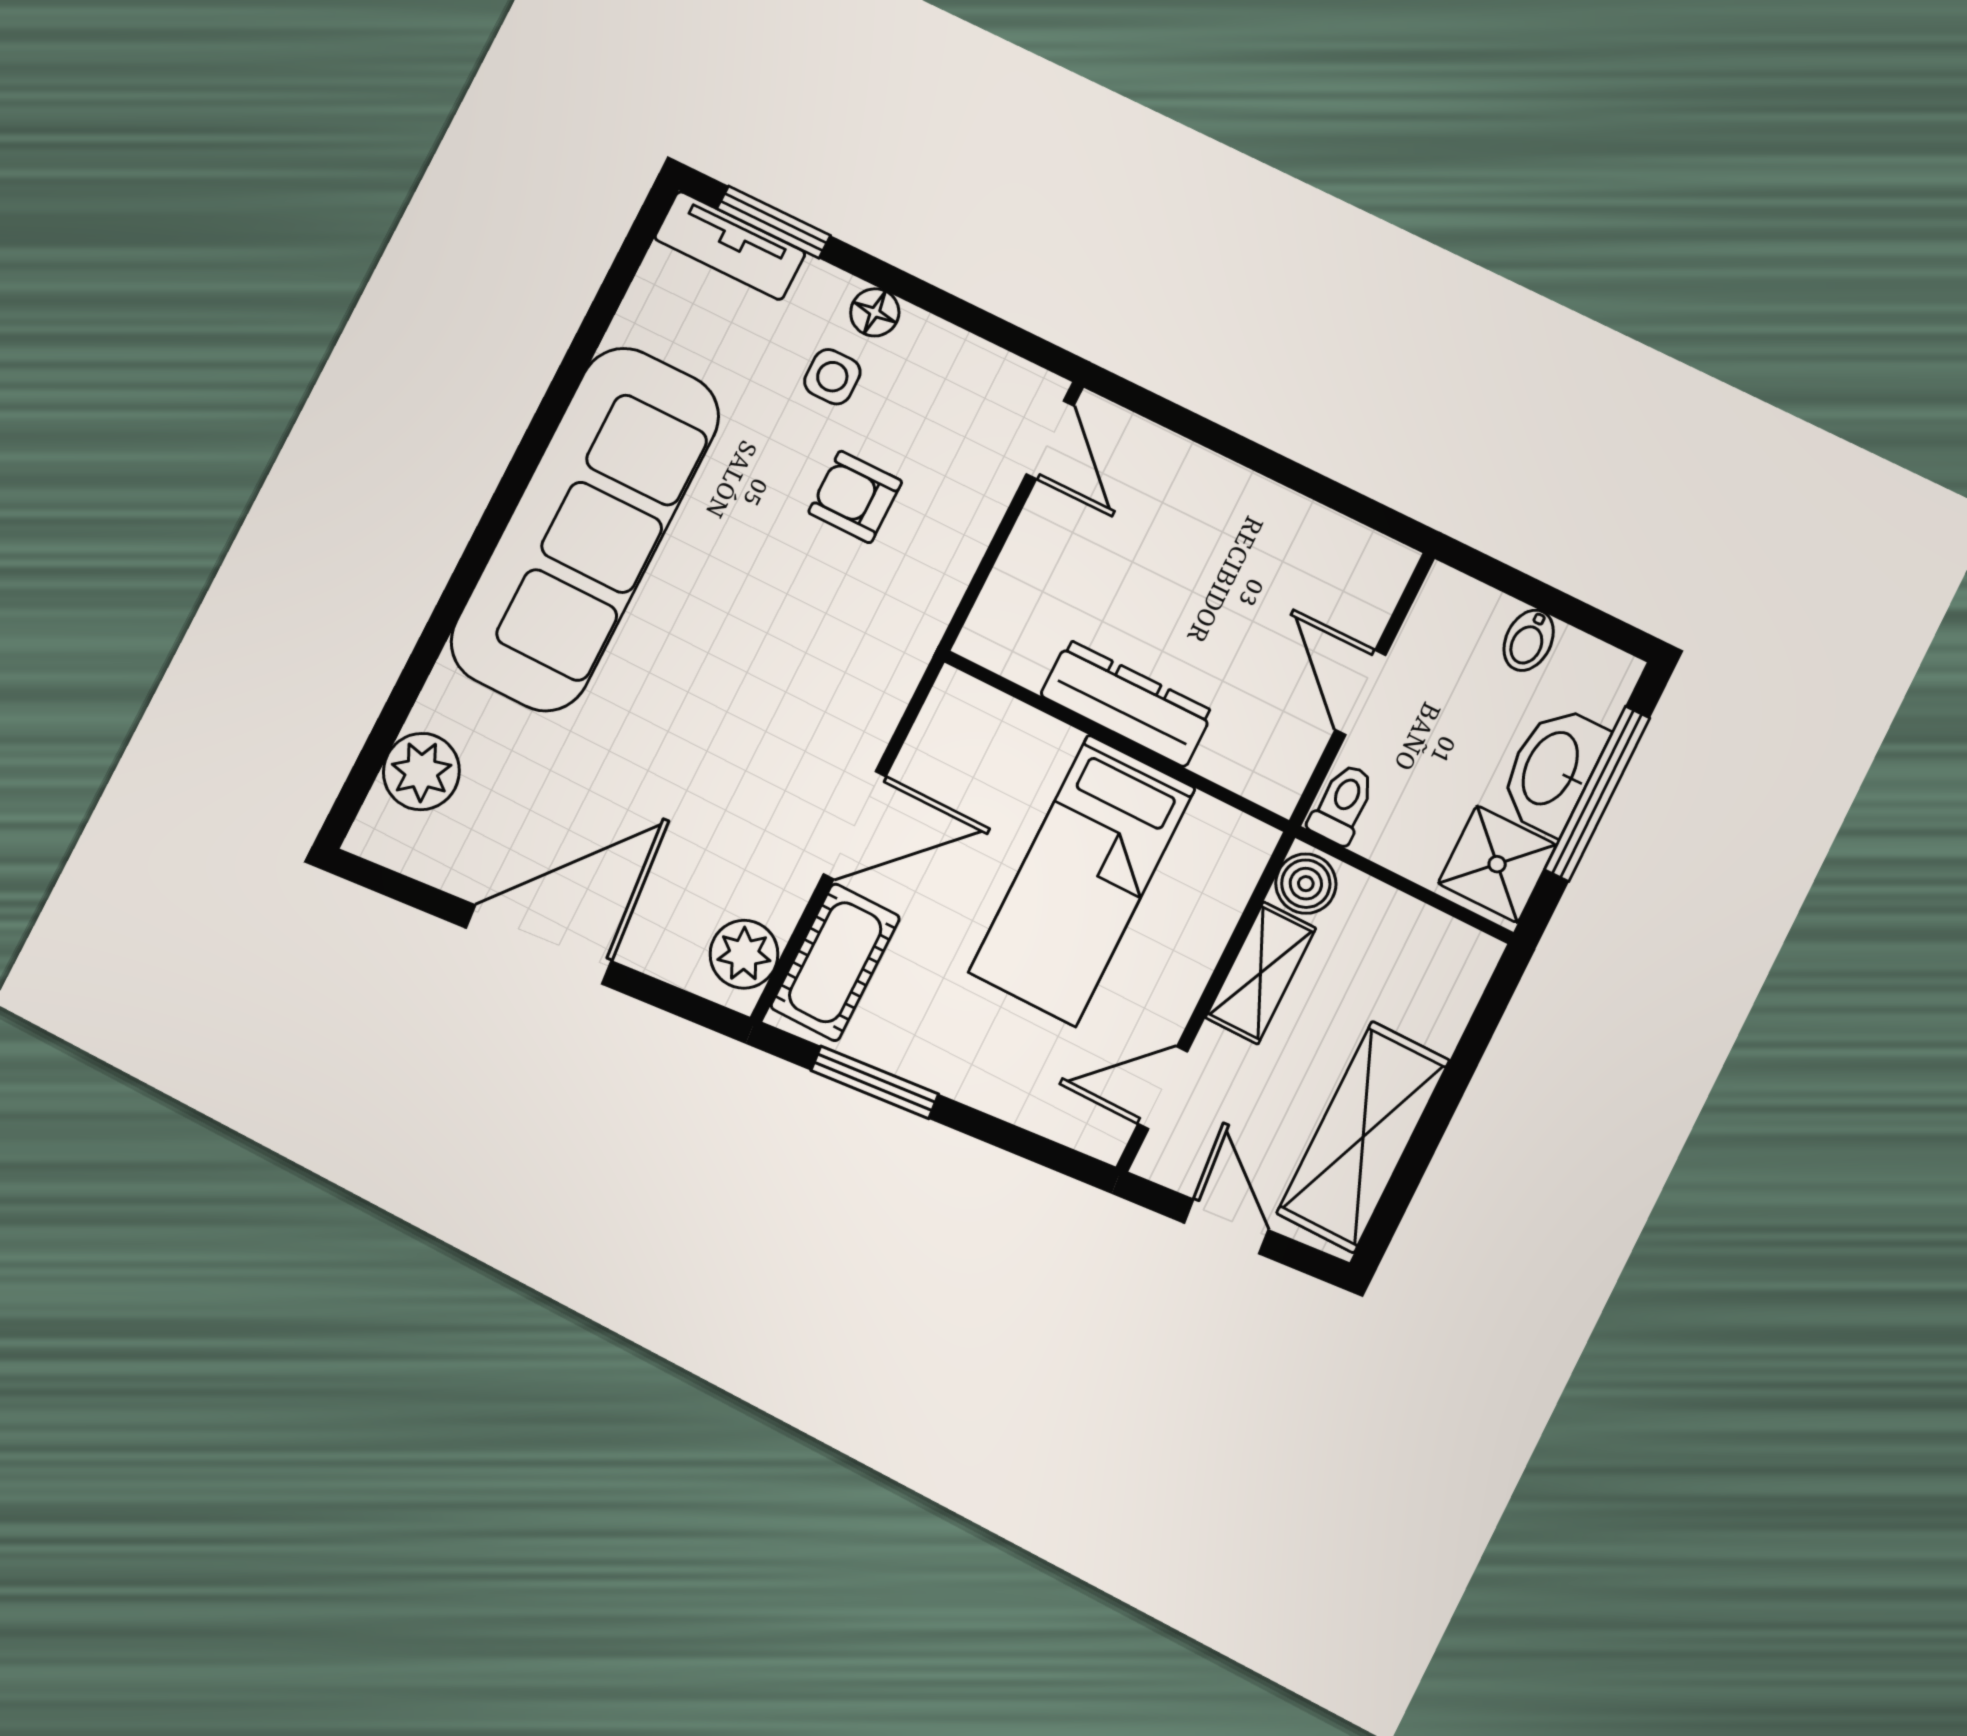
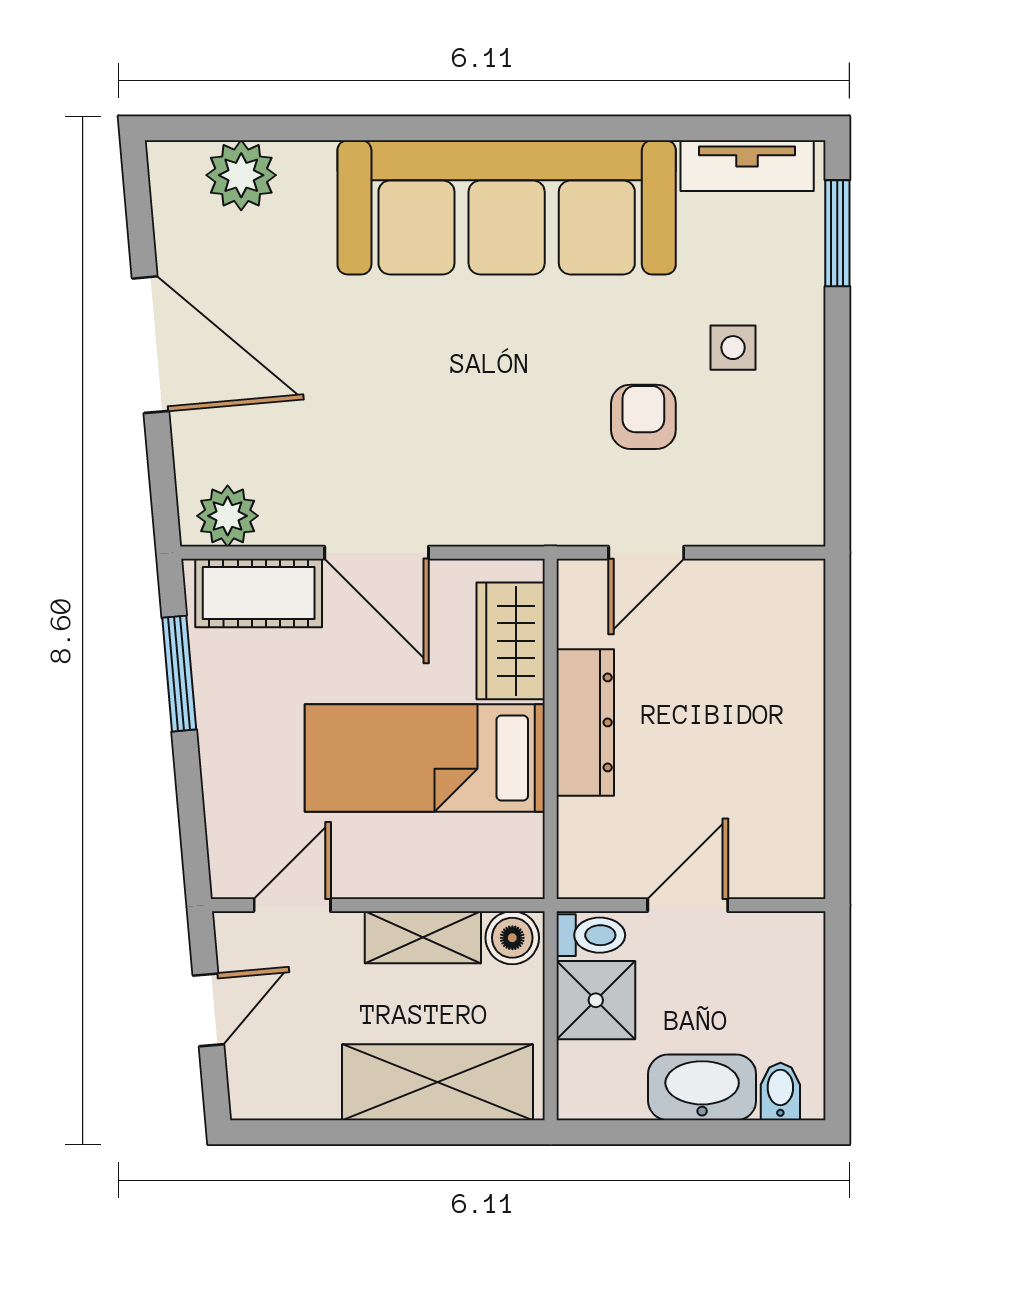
tv unit: (730, 246) -> (747, 166), moved, turned -90
floor lamp: (875, 312) -> (803, 355), removed
door: (1050, 440) -> (646, 553), moved
bidet: (1529, 640) -> (780, 1092), moved, turned 90
wardrobe: (1009, 737) -> (511, 641), added
window: (1597, 794) -> (700, 1132), removed
shower: (1497, 864) -> (596, 1000), moved
door: (1163, 1088) -> (292, 905), hinge flipped
shelving: (1363, 1137) -> (437, 1082), moved

